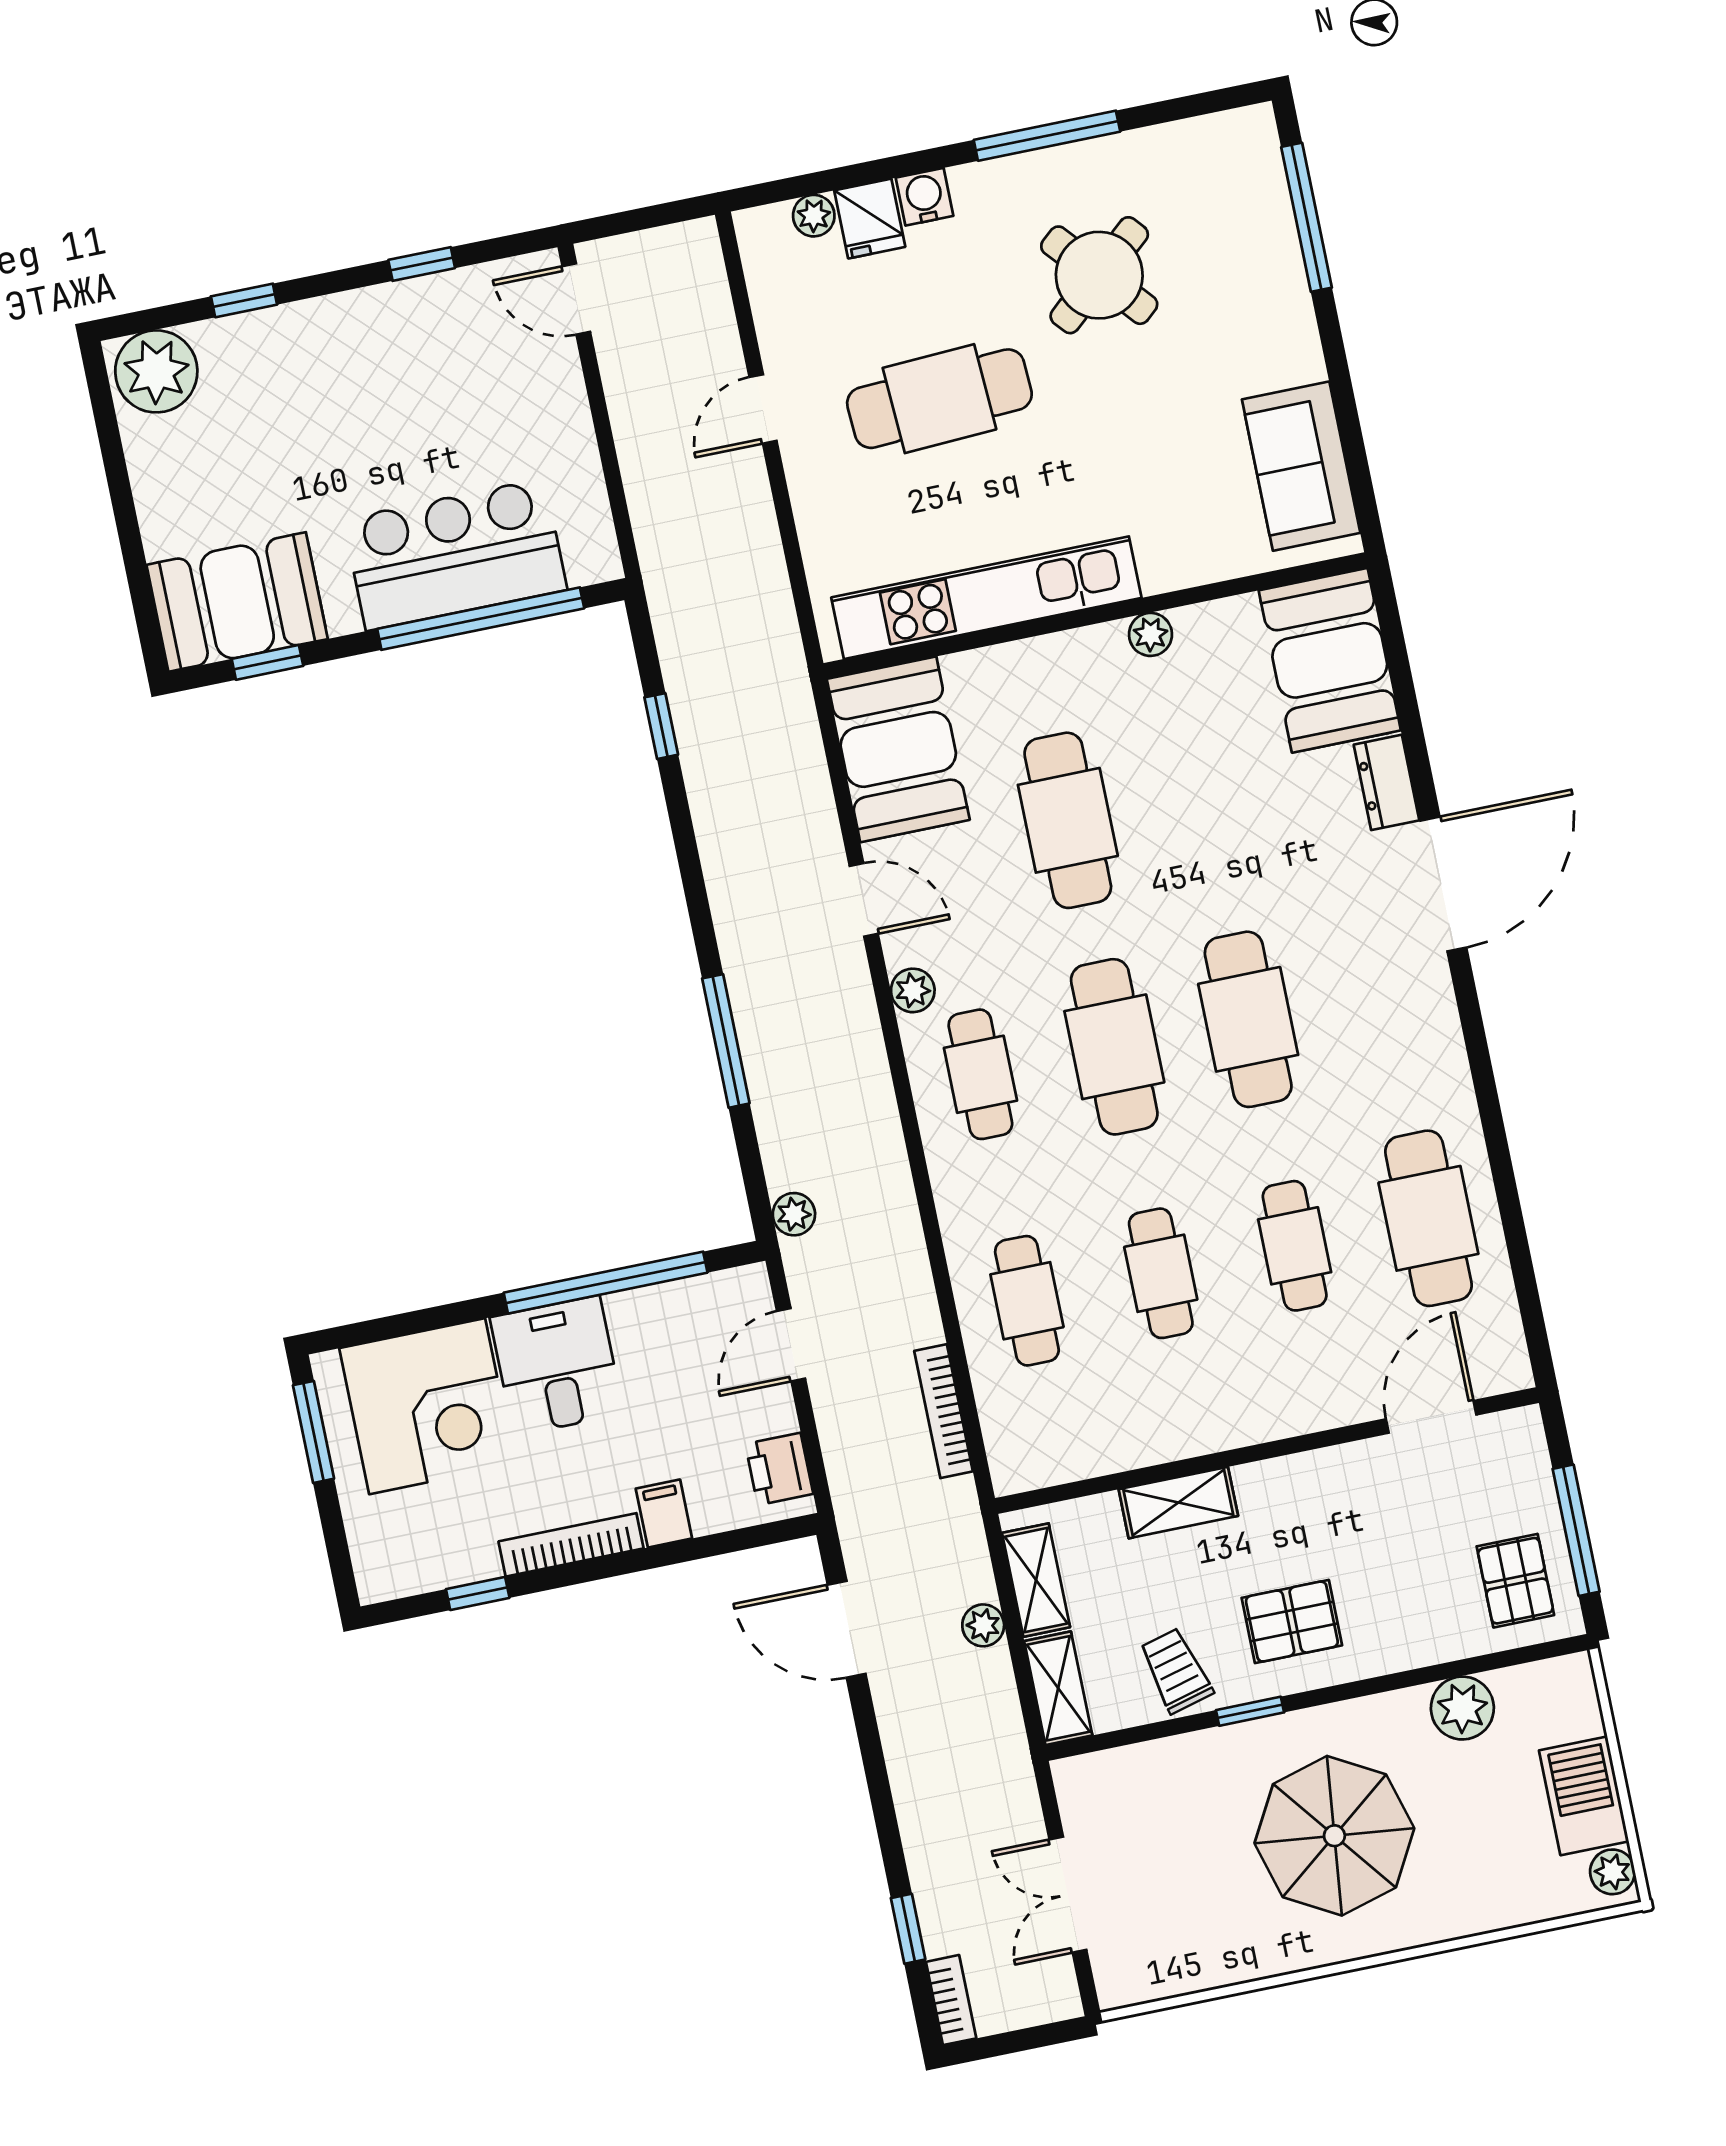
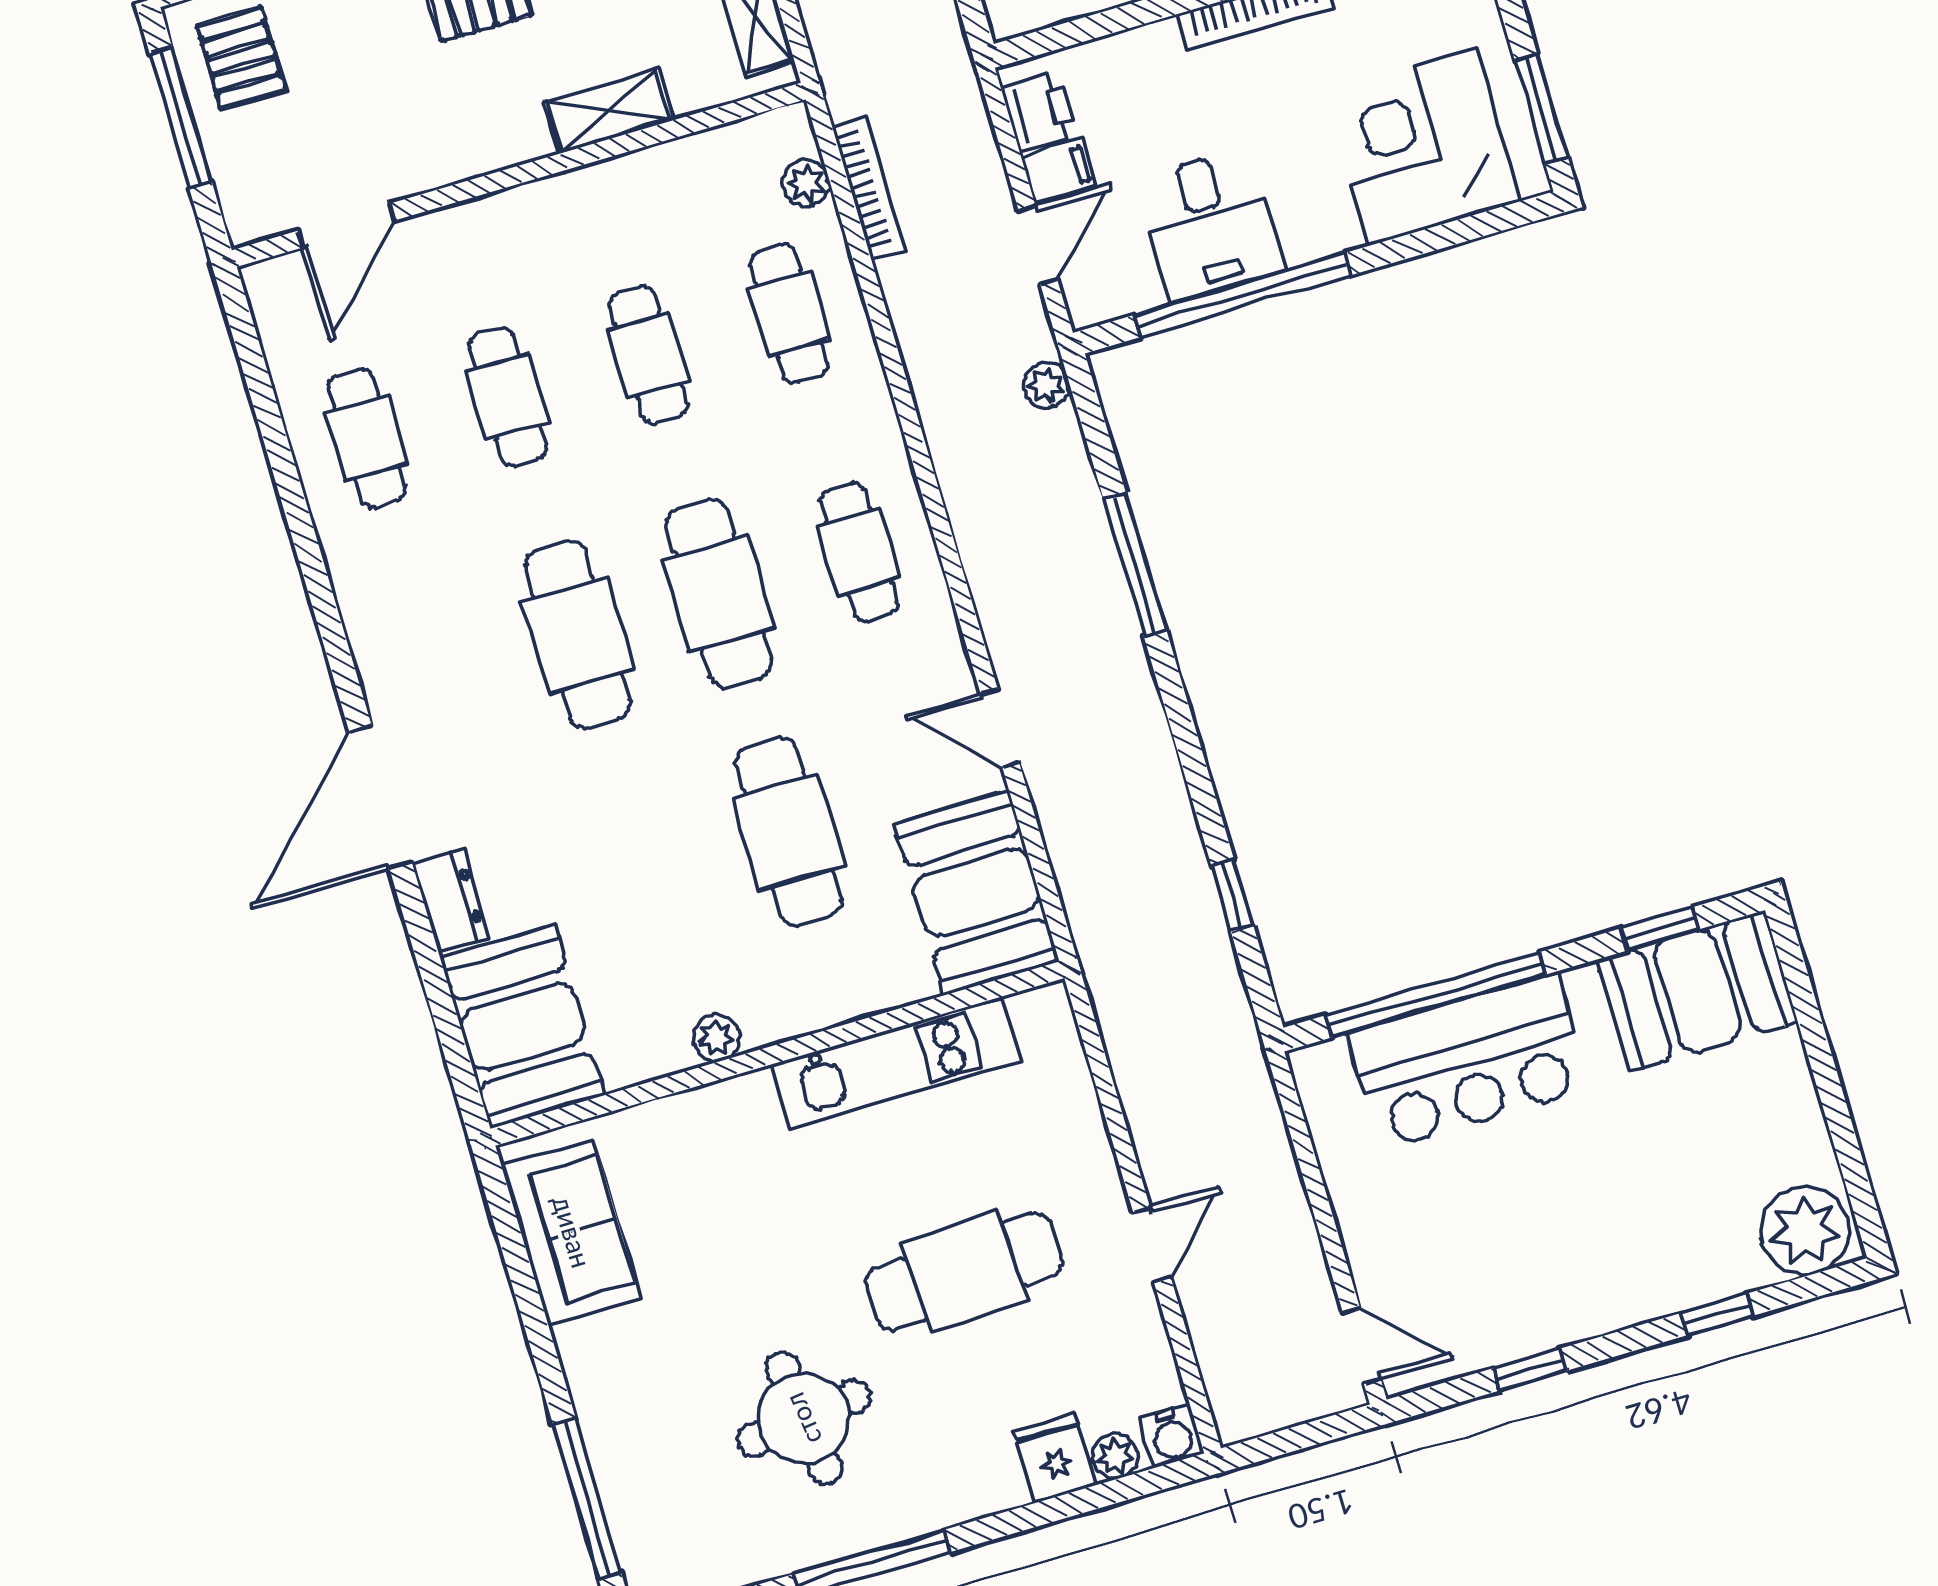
water cooler: (925, 197) -> (1172, 1435), moved
round table: (1099, 275) -> (804, 1418), turned 34
kitchen unit: (986, 598) -> (896, 1063), width x0.73
plant: (913, 990) -> (806, 183), moved
cafe table: (1428, 1218) -> (367, 438), width x0.73, depth x0.74
desk: (557, 1366) -> (1210, 225), moved
filing cabinet: (664, 1513) -> (1059, 171), moved, turned -90

